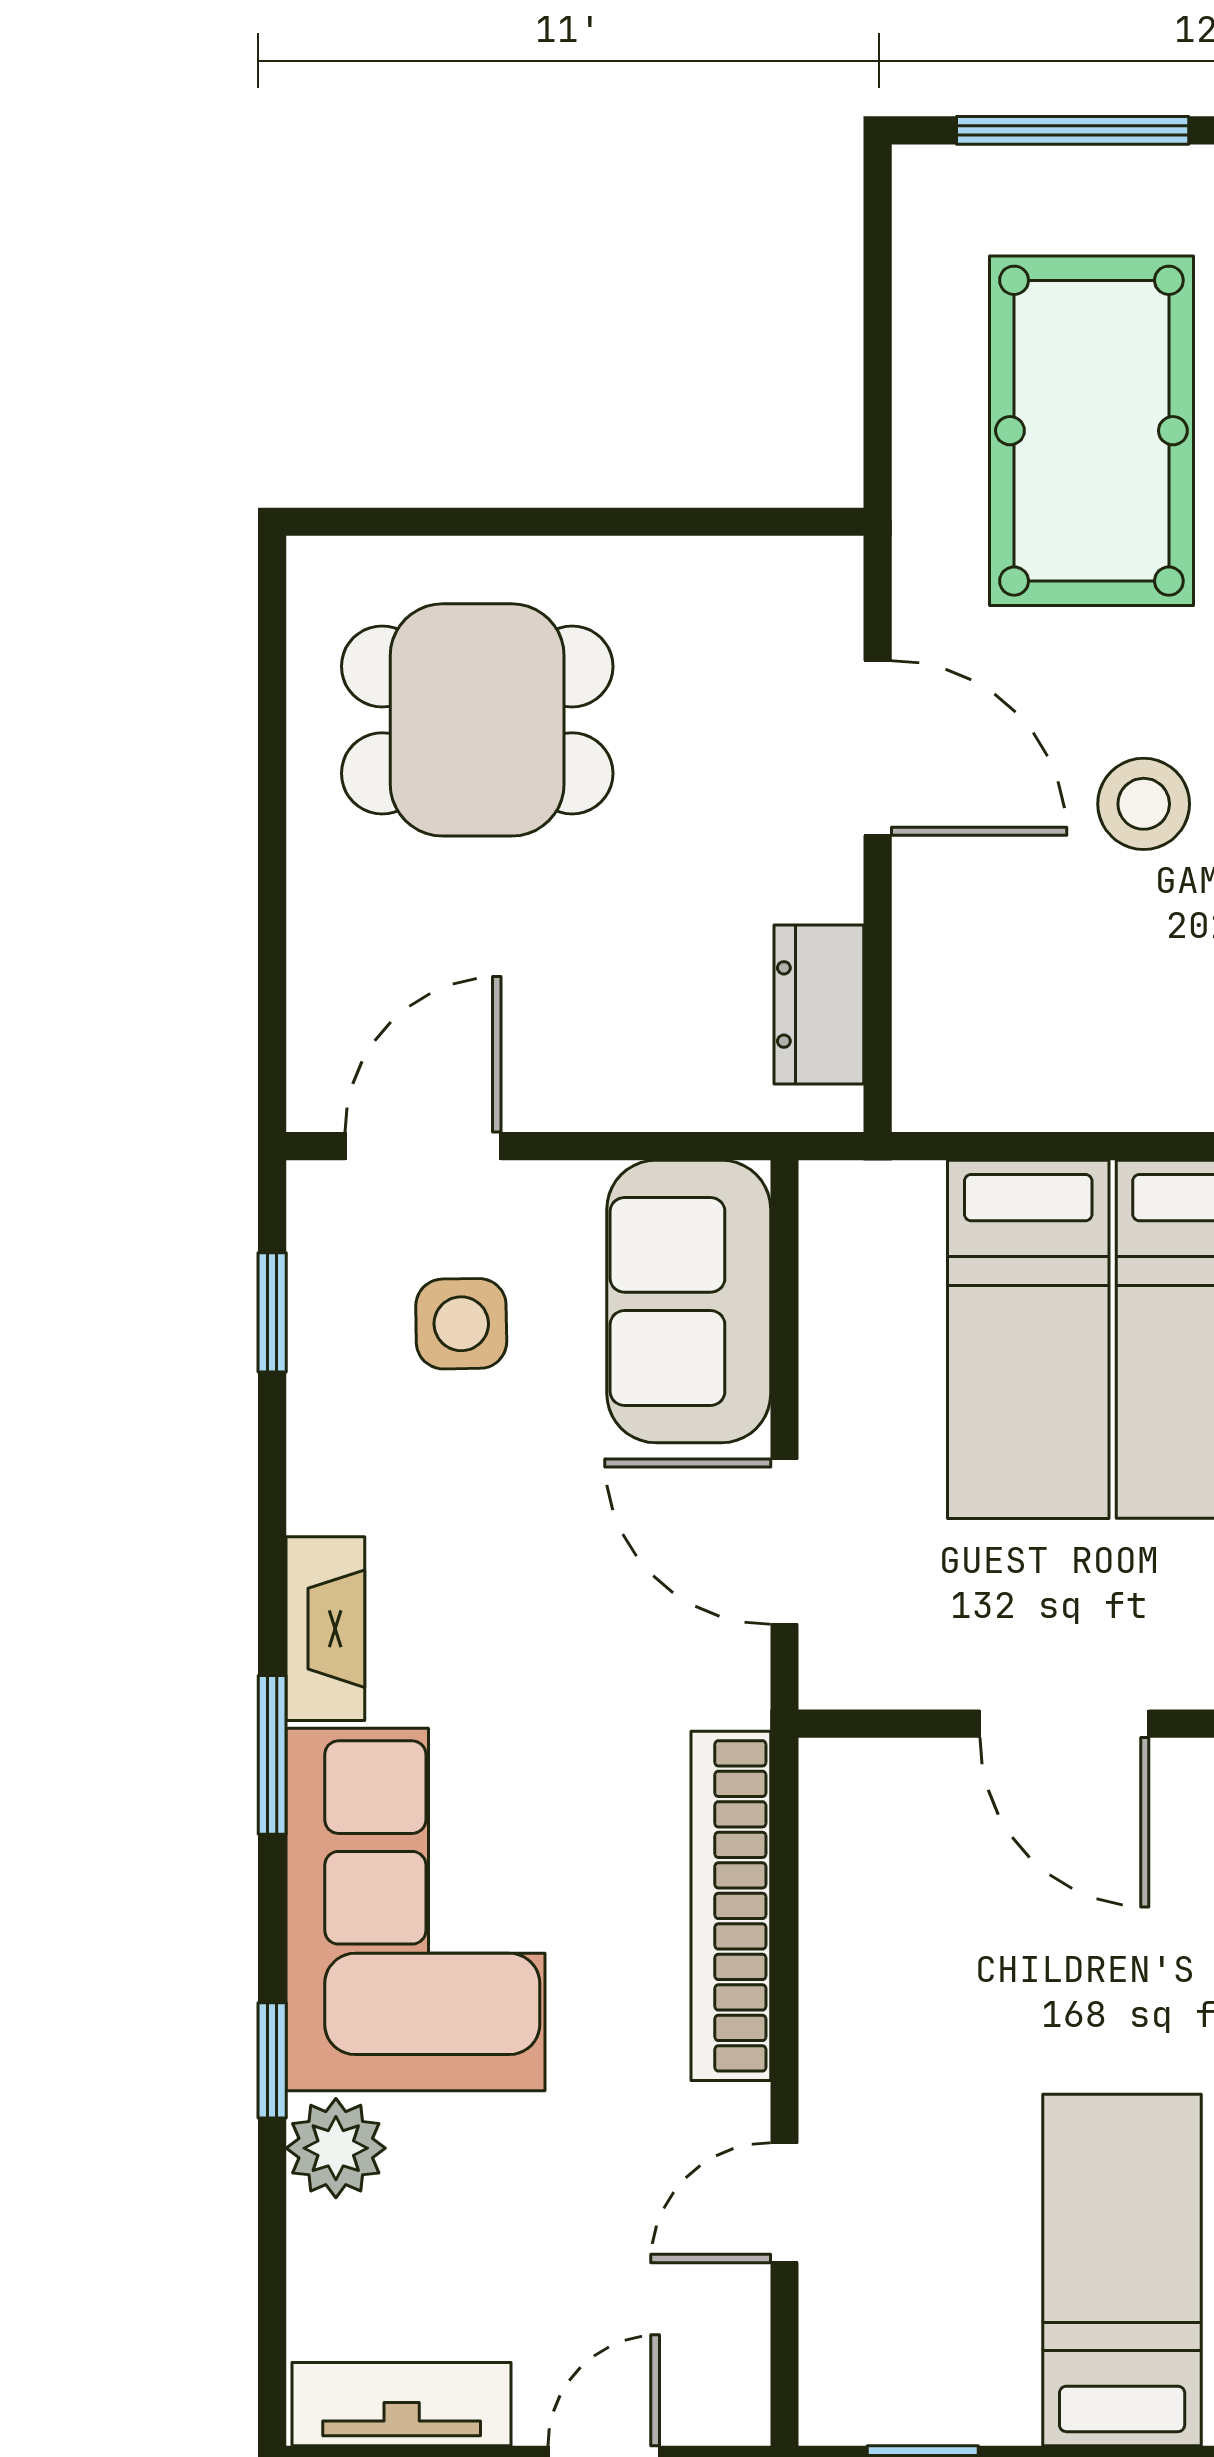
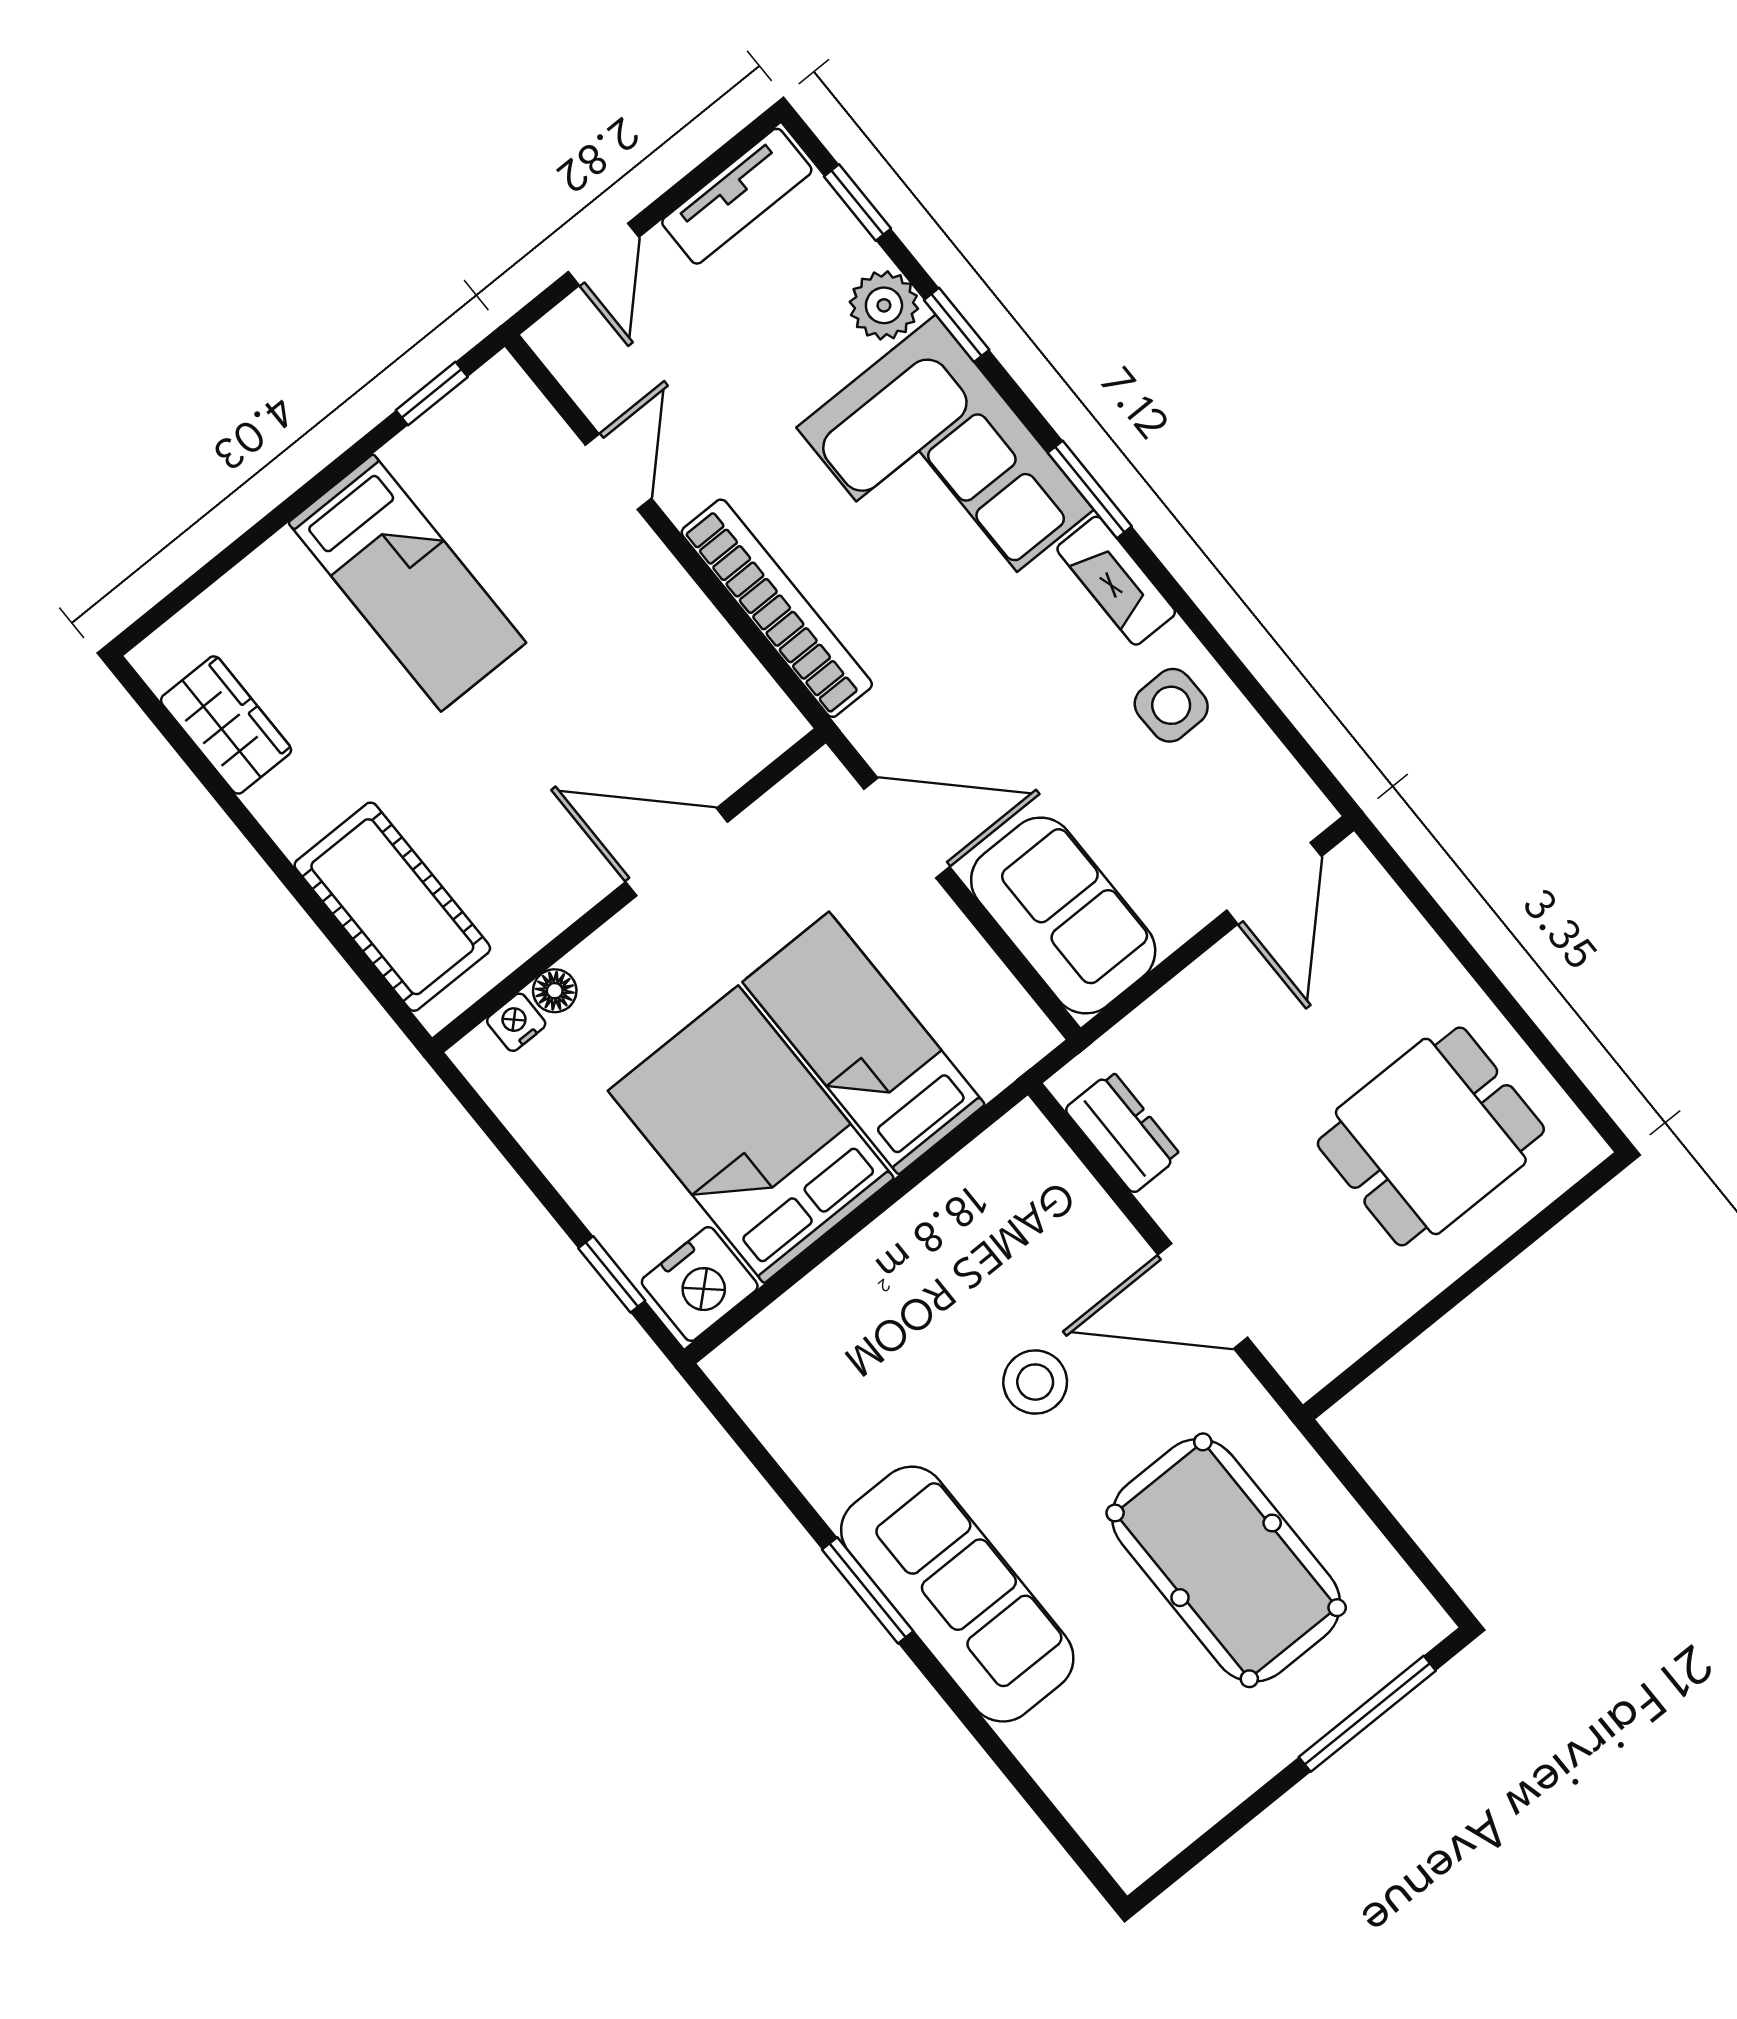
window: (272, 1312) -> (857, 202), moved
side table: (461, 1324) -> (1171, 705), moved

